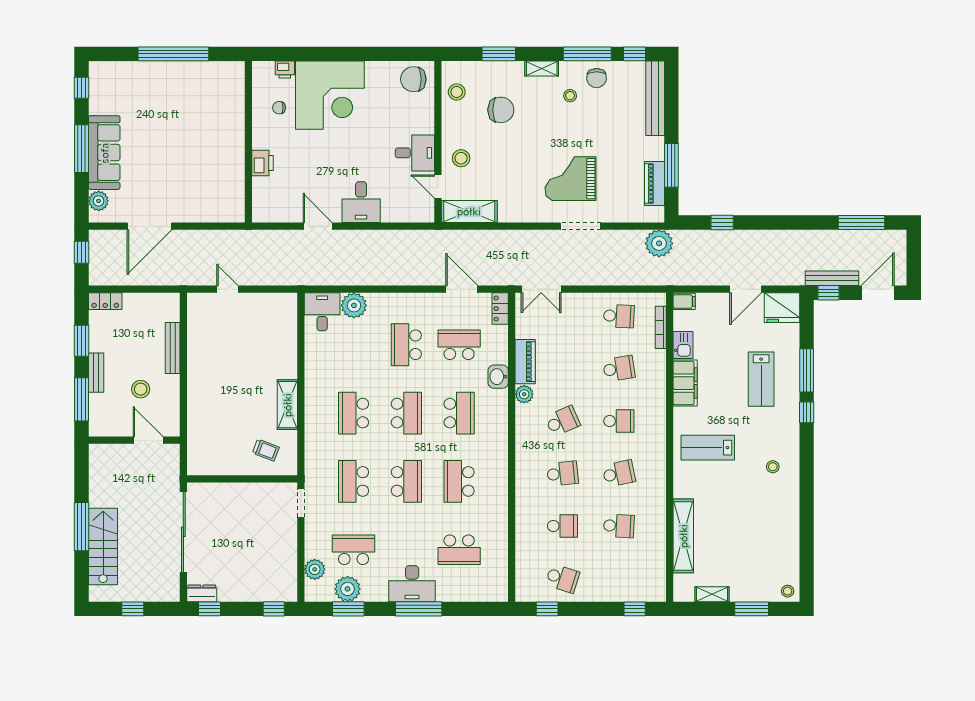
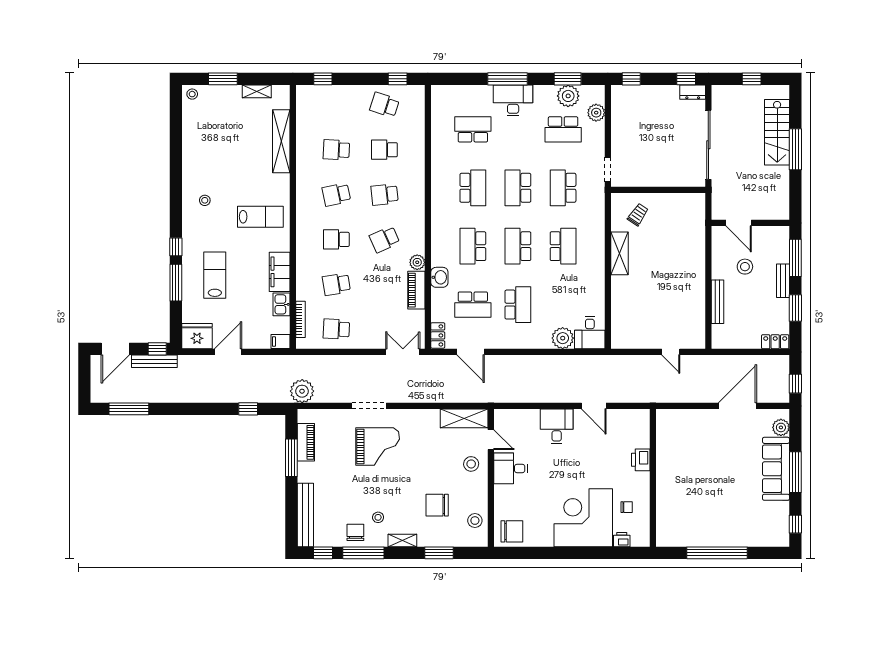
trolley: (266, 450) -> (638, 215), turned 103
school desk: (354, 481) -> (563, 188), turned 180

